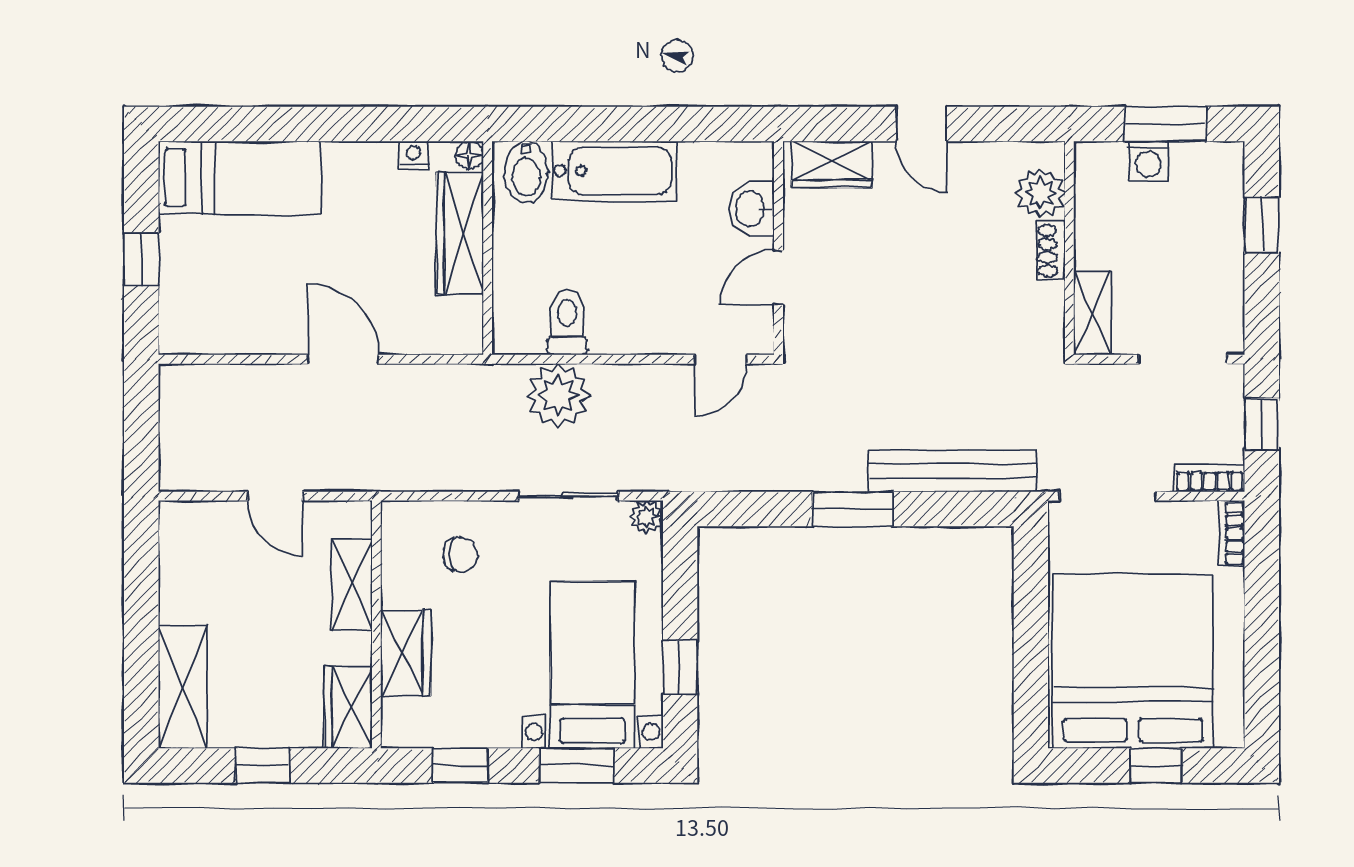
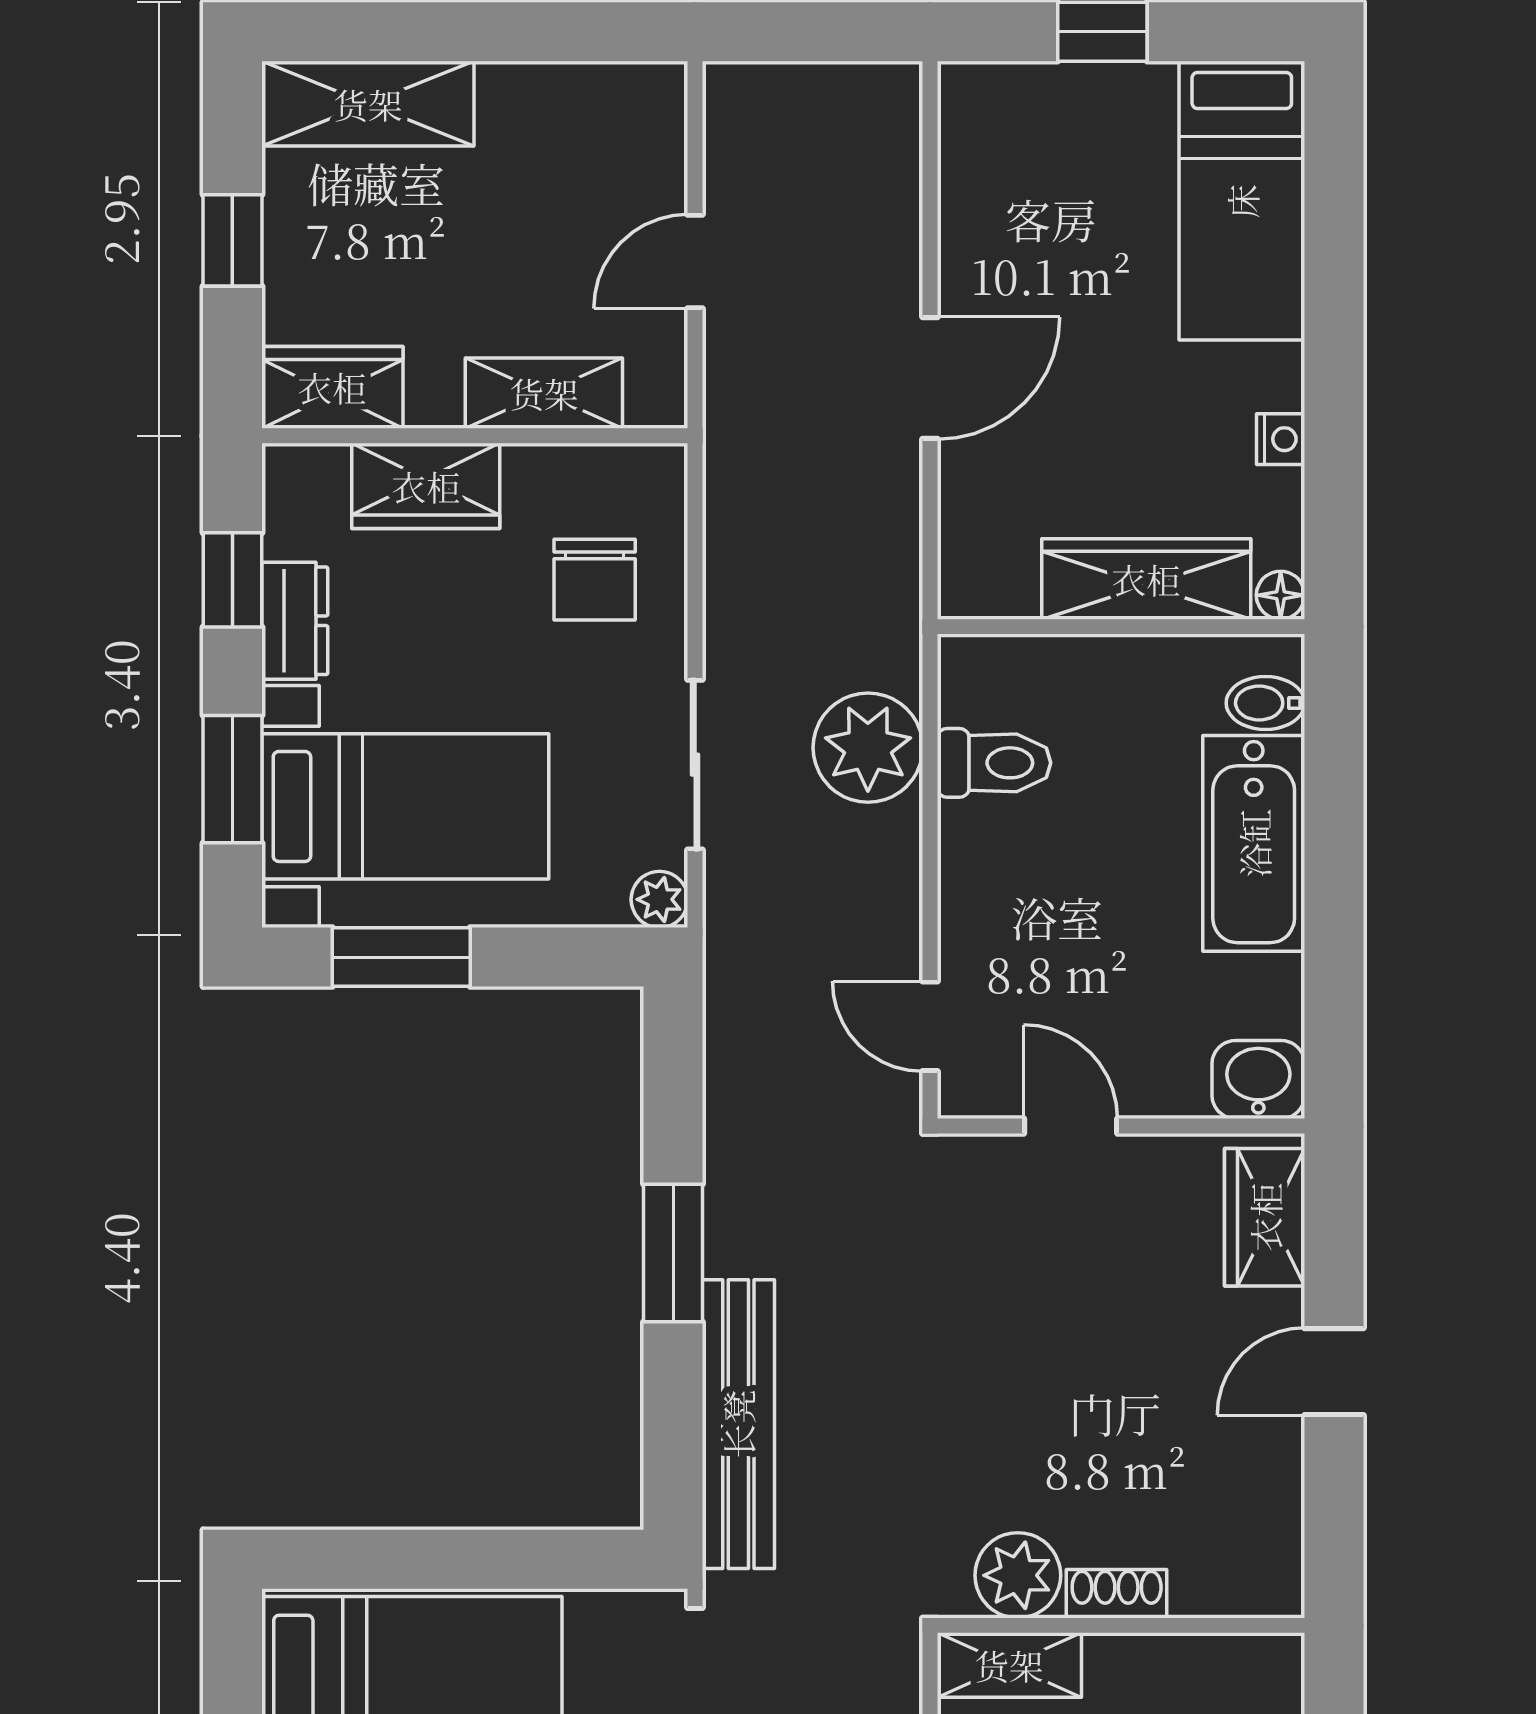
nightstand: (413, 155) -> (1281, 439), moved
bidet: (526, 172) -> (1265, 703), width x0.72, depth x0.74
plant: (1040, 193) -> (1018, 1575), moved
washbasin: (751, 209) -> (1258, 1080), moved
chair: (460, 555) -> (595, 580), width x1.37, depth x1.37
window: (680, 667) -> (401, 957), width x1.50
dresser: (484, 729) -> (295, 621), added

